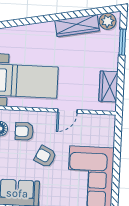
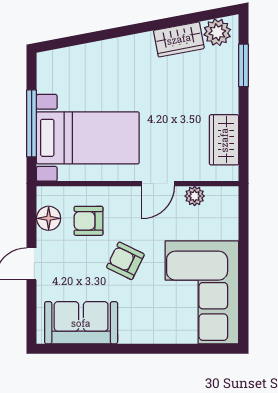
wardrobe: (77, 25) -> (179, 39), width x0.67
plant: (89, 119) -> (195, 196), added

